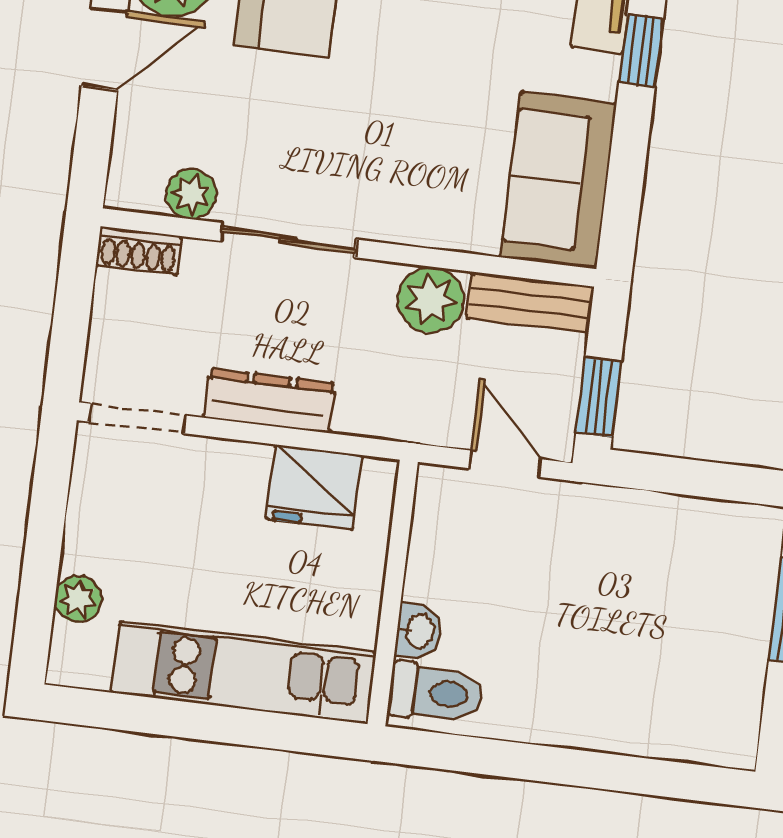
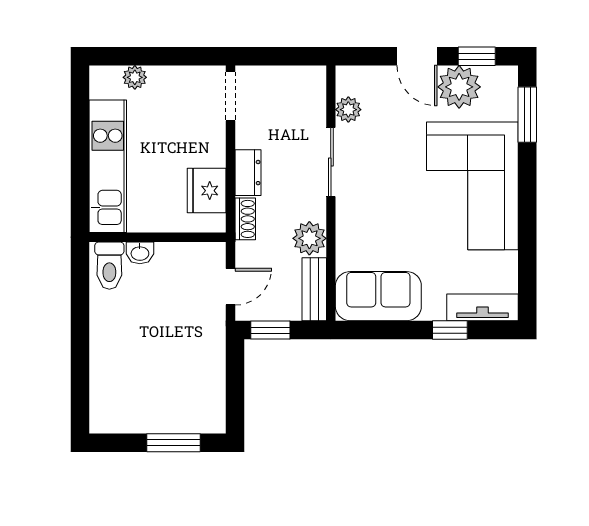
shoe rack: (139, 251) -> (245, 219), moved, turned 180
dresser: (270, 401) -> (248, 173), width x0.70

